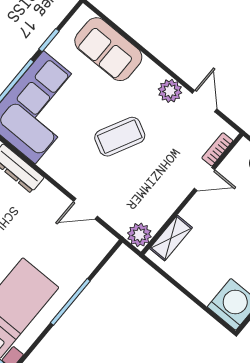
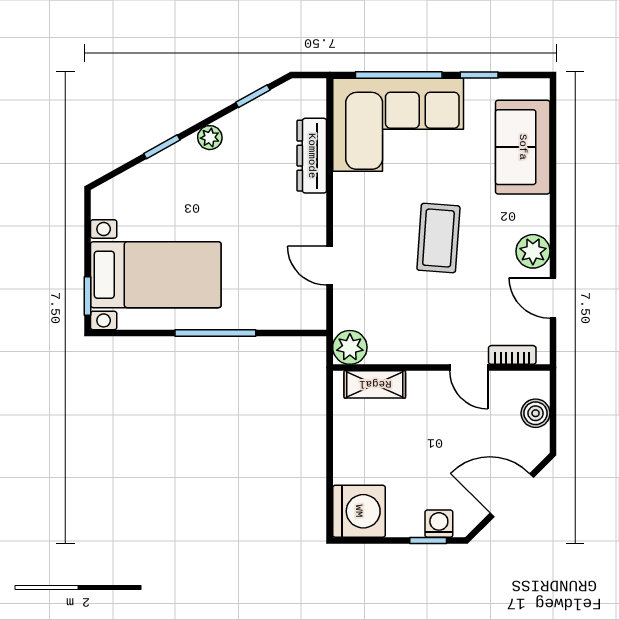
door: (205, 101) -> (553, 298), swing flipped
coffee table: (120, 137) -> (438, 238), turned 67

